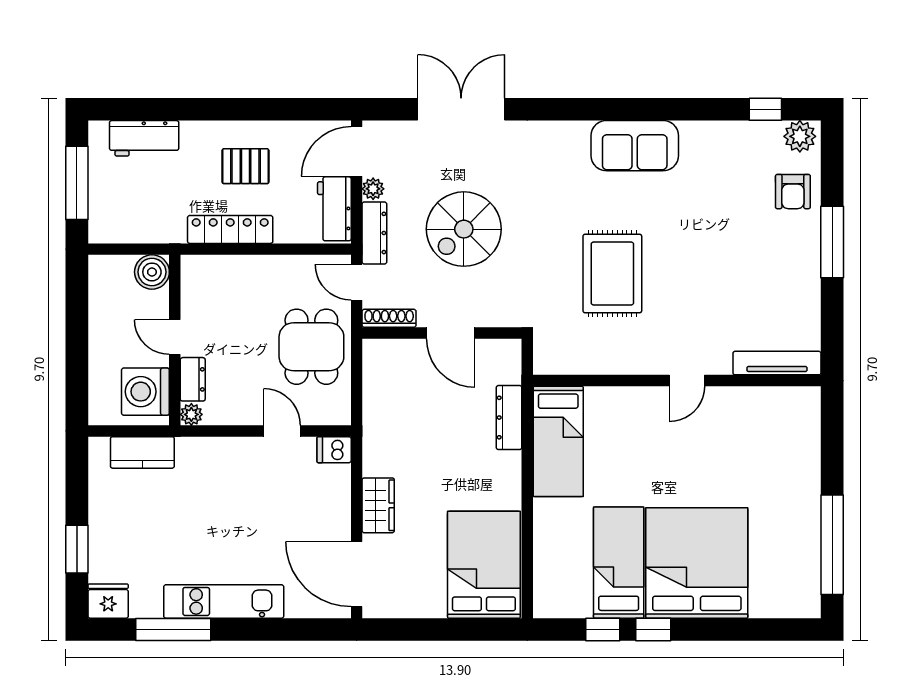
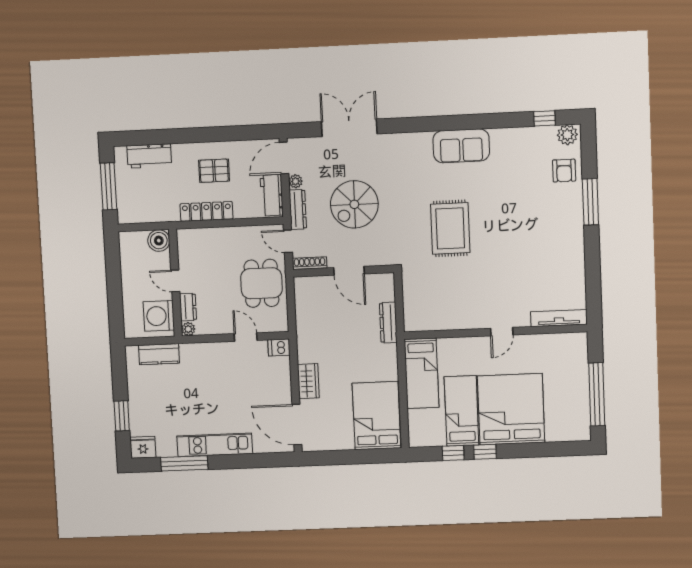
tv unit: (777, 363) -> (559, 318), moved
wall: (677, 381) -> (495, 332), moved
door: (687, 381) -> (502, 332), moved
bed: (558, 441) -> (422, 373), moved

